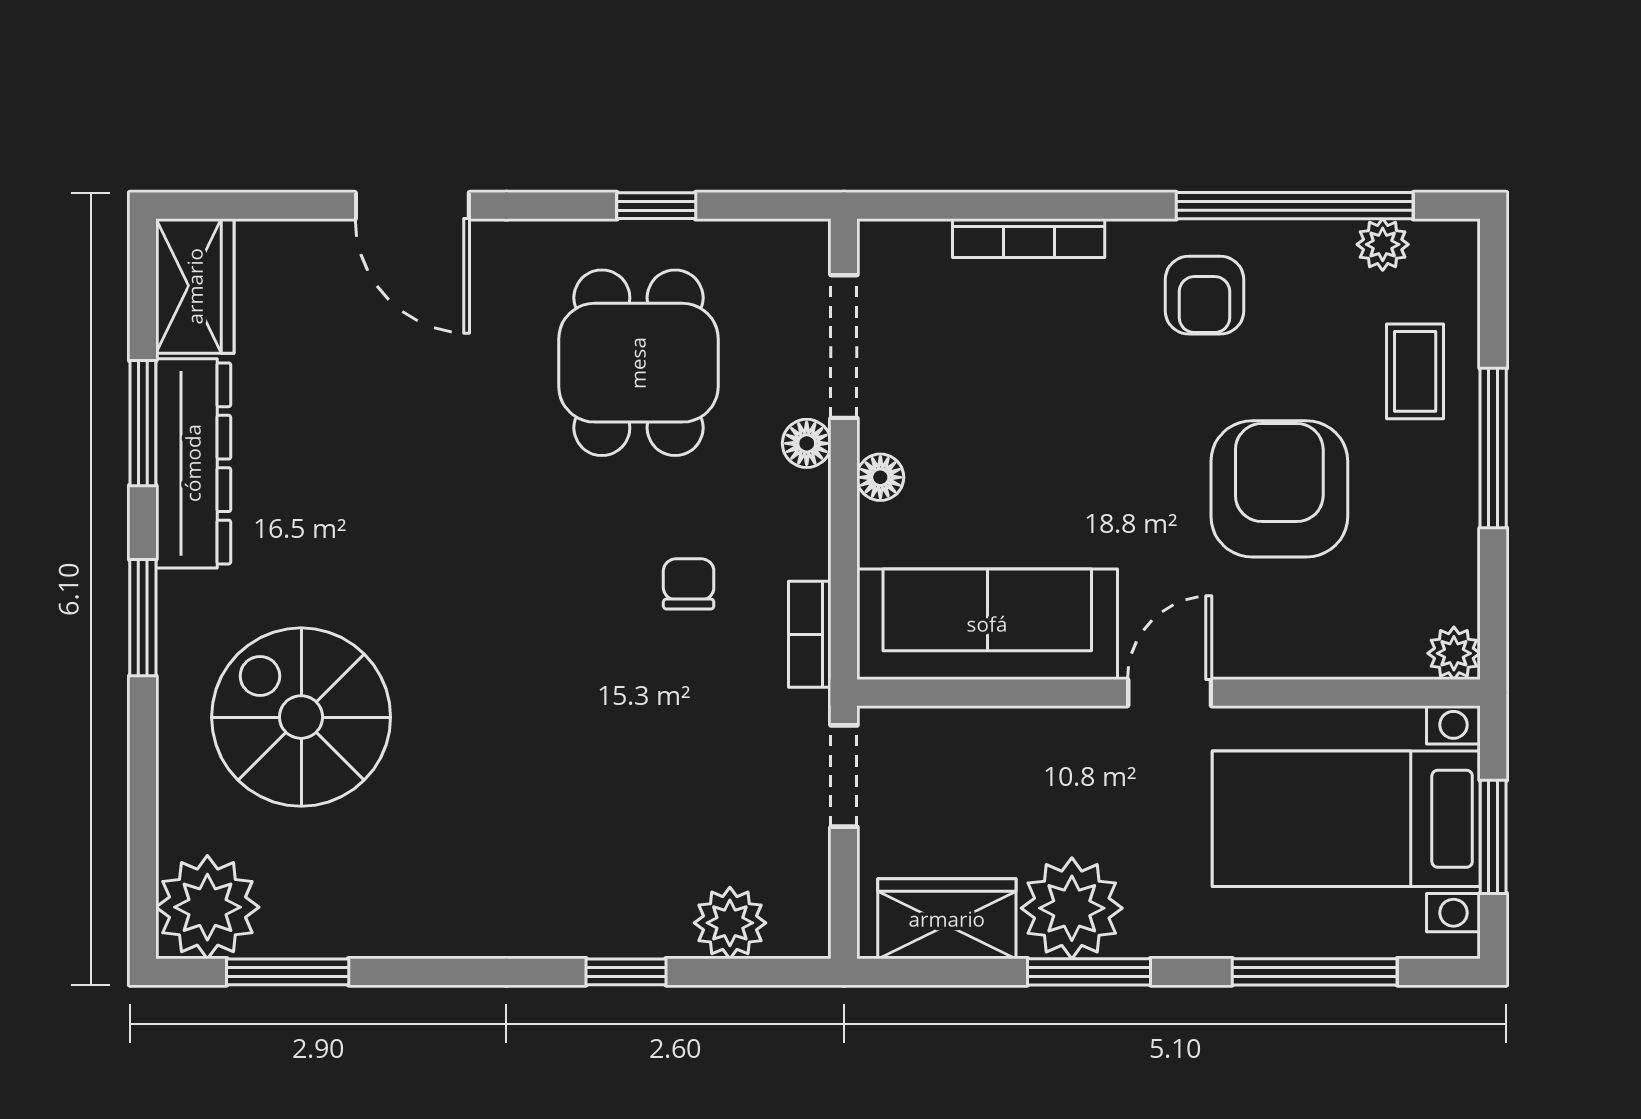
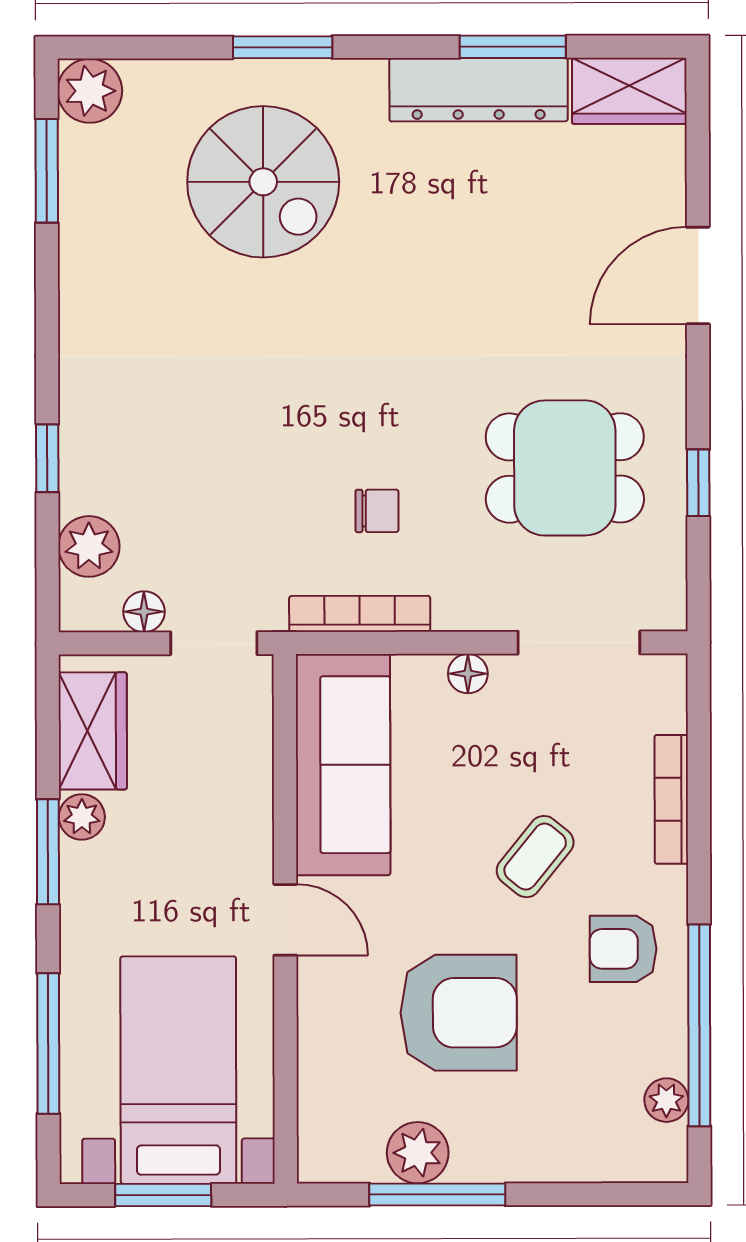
coffee table: (1415, 371) -> (535, 857), moved, turned -51
floor lamp: (807, 443) -> (144, 612), moved
window: (1493, 448) -> (437, 1194), moved
window: (143, 618) -> (283, 47), moved
bookcase: (810, 634) -> (360, 614), width x1.56
plant: (1454, 653) -> (418, 1153), moved, width x1.38, depth x1.38
spiral stairs: (301, 717) -> (263, 182), turned 90
plant: (207, 907) -> (90, 91), width x0.73, depth x0.73
plant: (1072, 908) -> (82, 817), width x0.53, depth x0.53

